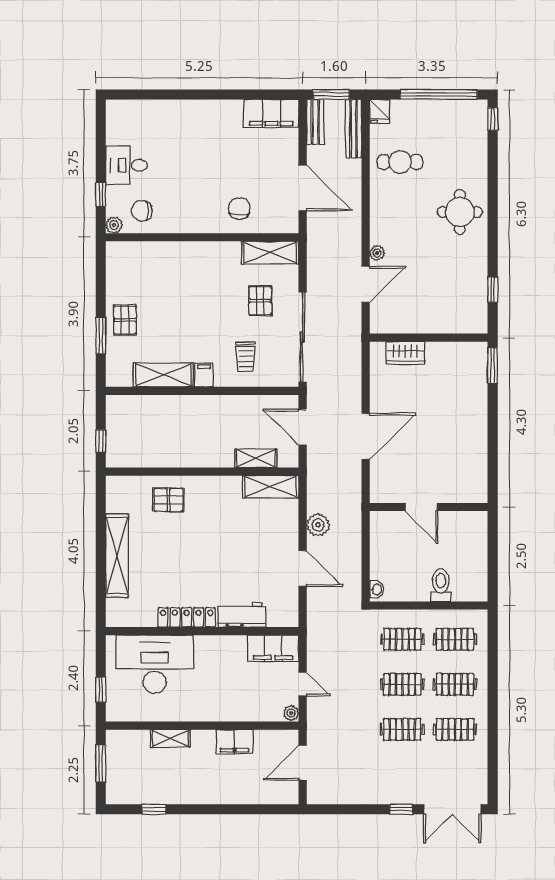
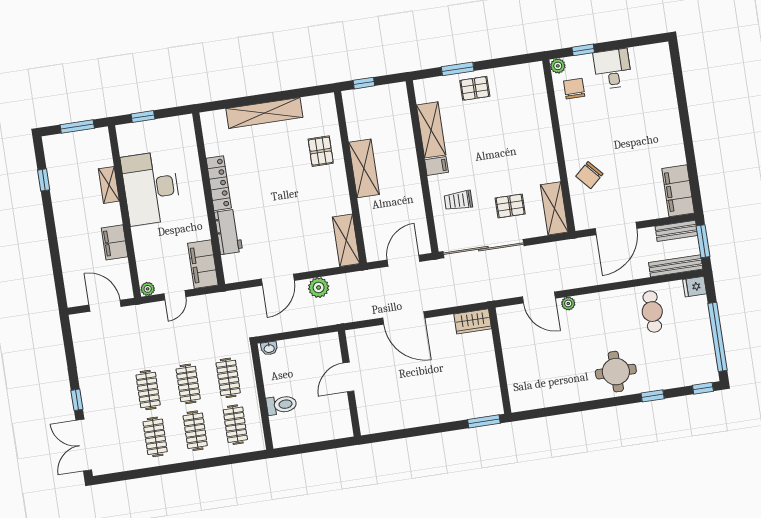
chair: (239, 208) -> (589, 175), turned 138
window: (493, 290) -> (653, 396), moved
wardrobe: (405, 353) -> (473, 321), moved, turned -90
shelving: (256, 458) -> (364, 168), moved, width x1.50, depth x1.33
desk: (155, 664) -> (151, 188), moved, turned 180

